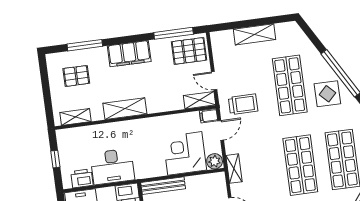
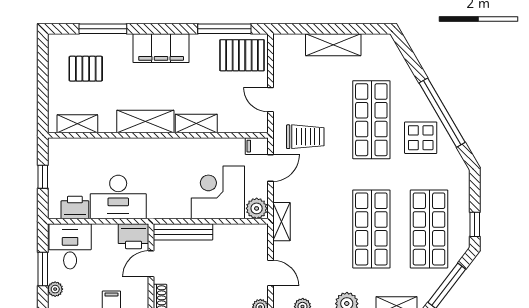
shelving: (199, 100) -> (196, 123), moved

